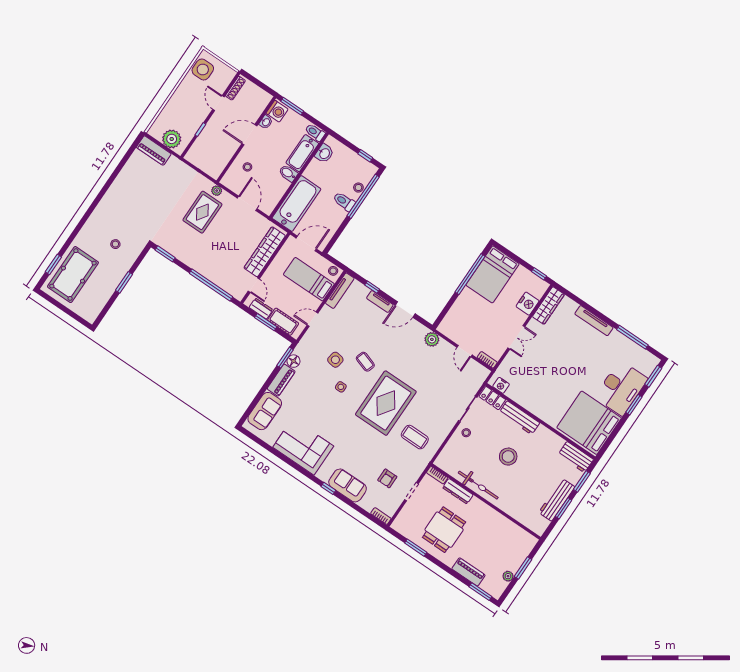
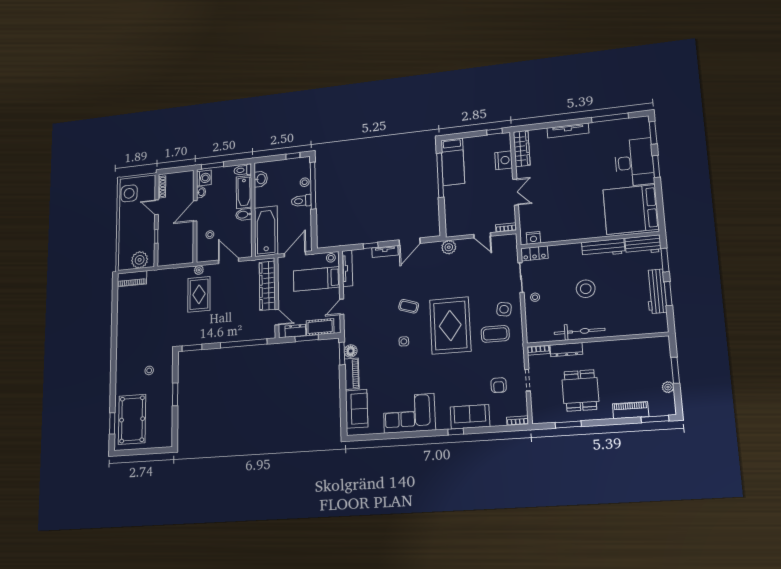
bed: (493, 274) -> (453, 162), width x0.67
side table: (335, 360) -> (504, 309), moved
workbench: (519, 418) -> (603, 248), moved

